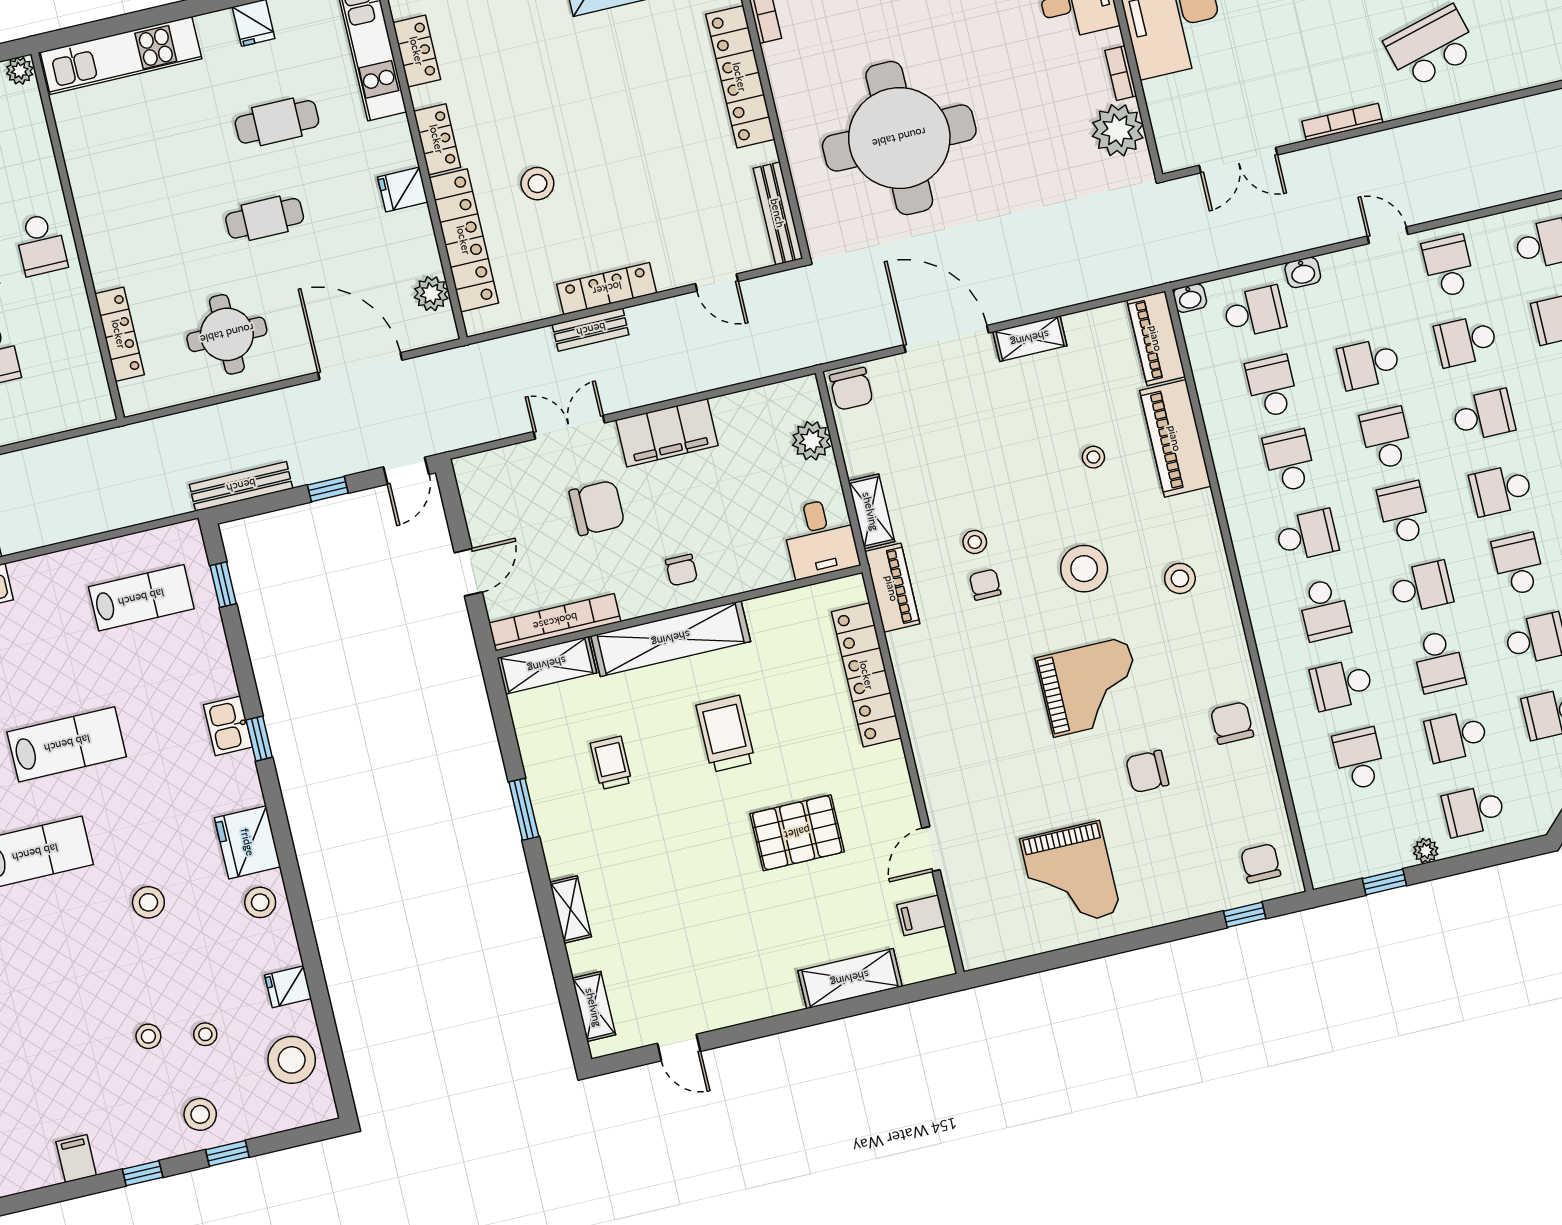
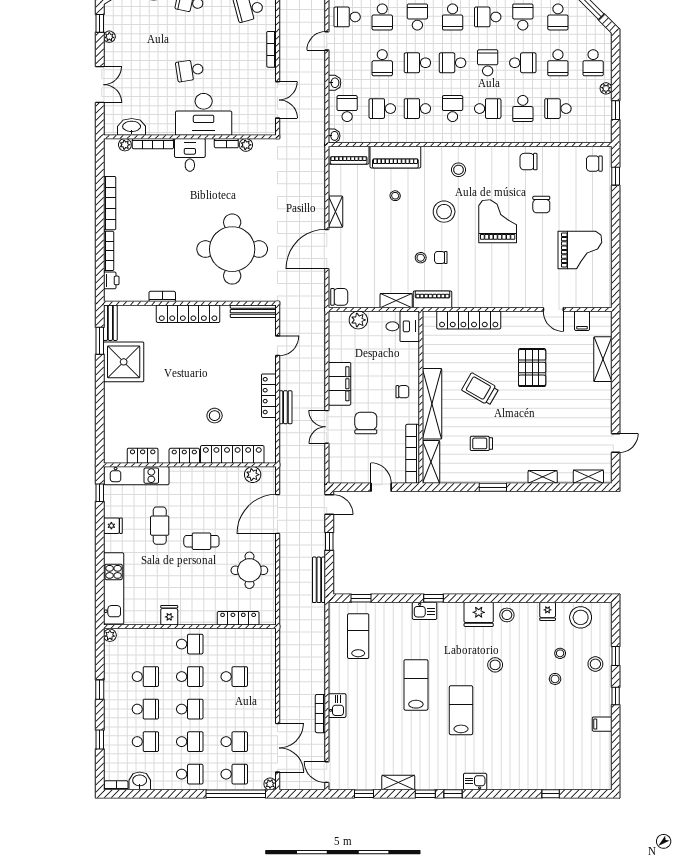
plant: (1118, 130) -> (246, 145), width x0.53, depth x0.53
fridge: (403, 189) -> (169, 615), moved, turned 180
cafe table: (265, 218) -> (201, 541), turned 90
trolley: (726, 734) -> (480, 389), turned 30

